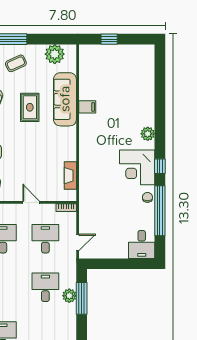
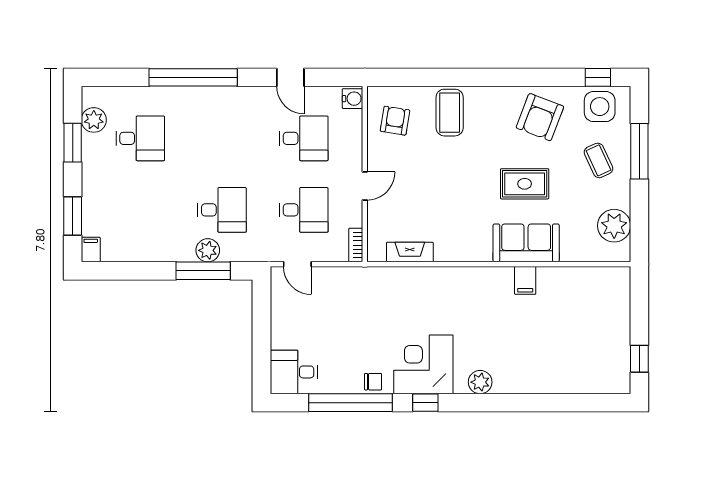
window: (109, 39) -> (639, 359), moved
sofa: (65, 99) -> (526, 243), width x0.73

